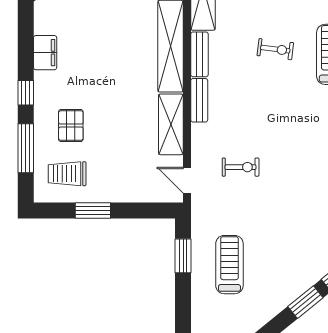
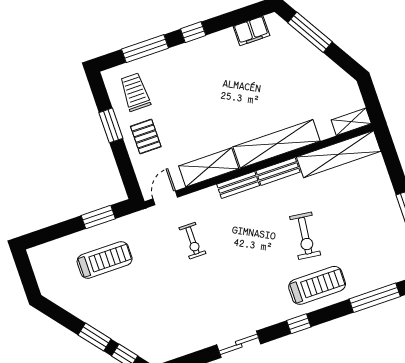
exercise bike: (275, 49) -> (305, 236), width x1.38, depth x1.39
filing cabinet: (45, 53) -> (251, 31), moved
pallet: (71, 126) -> (146, 136), moved, turned 90

